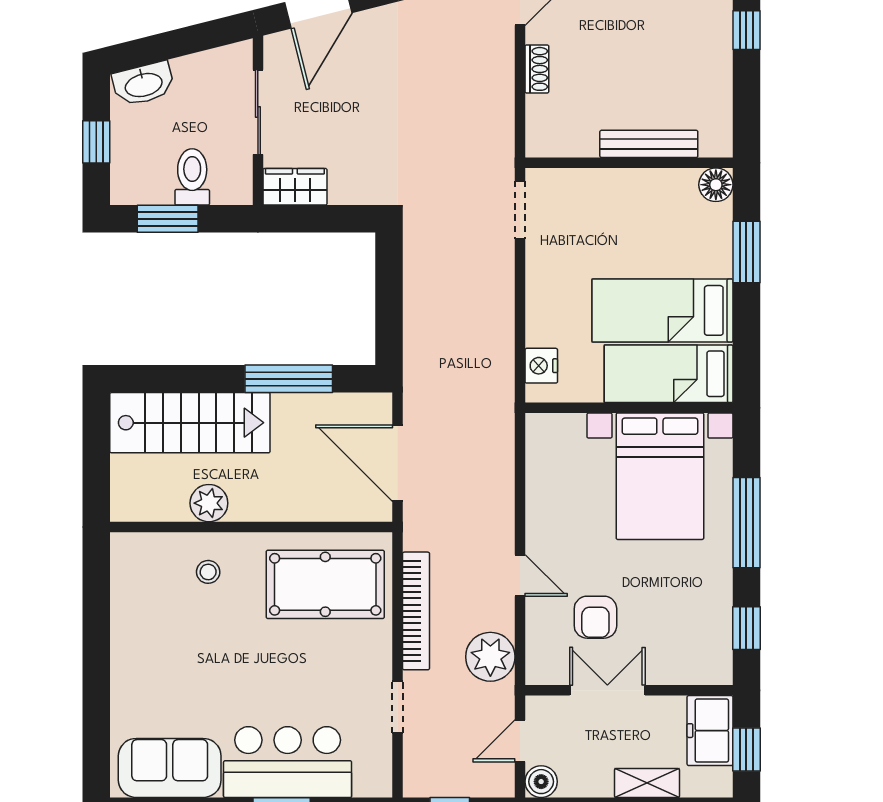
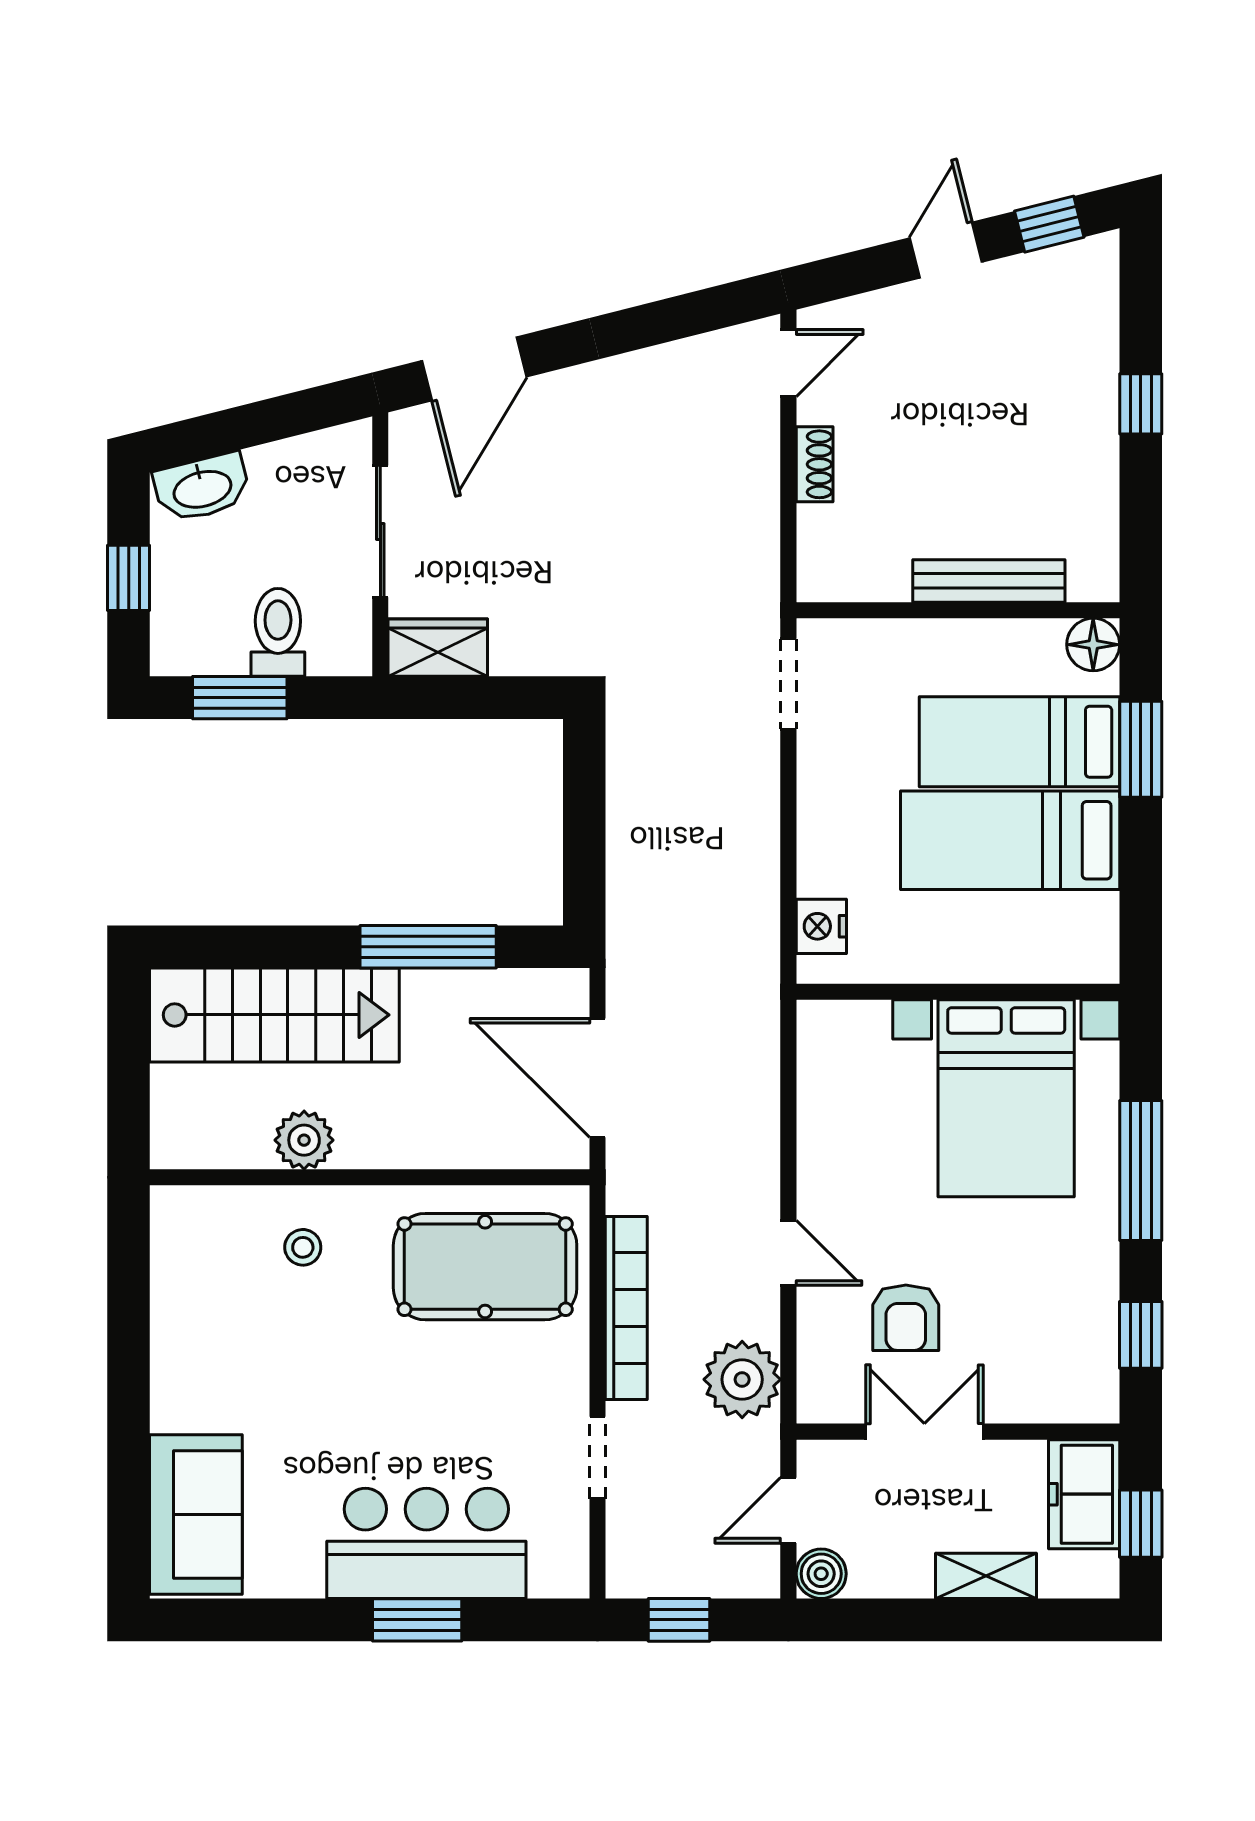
bed: (669, 374) -> (1020, 742), moved
sofa: (170, 768) -> (196, 1514), moved, turned 90

